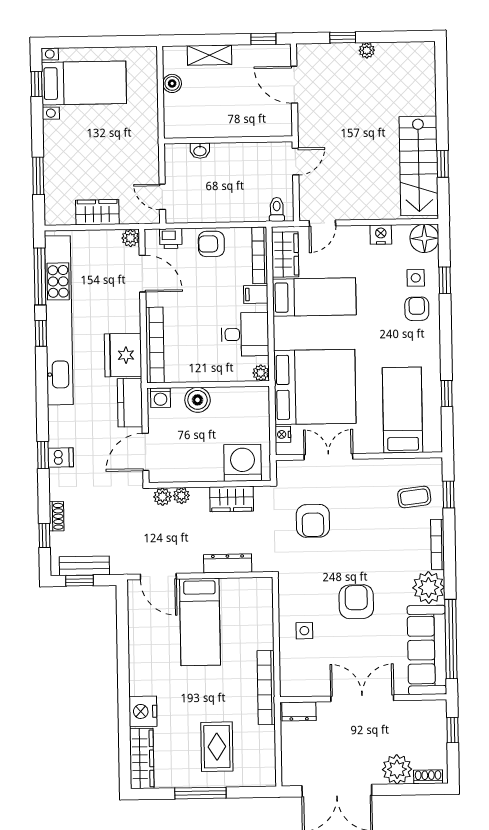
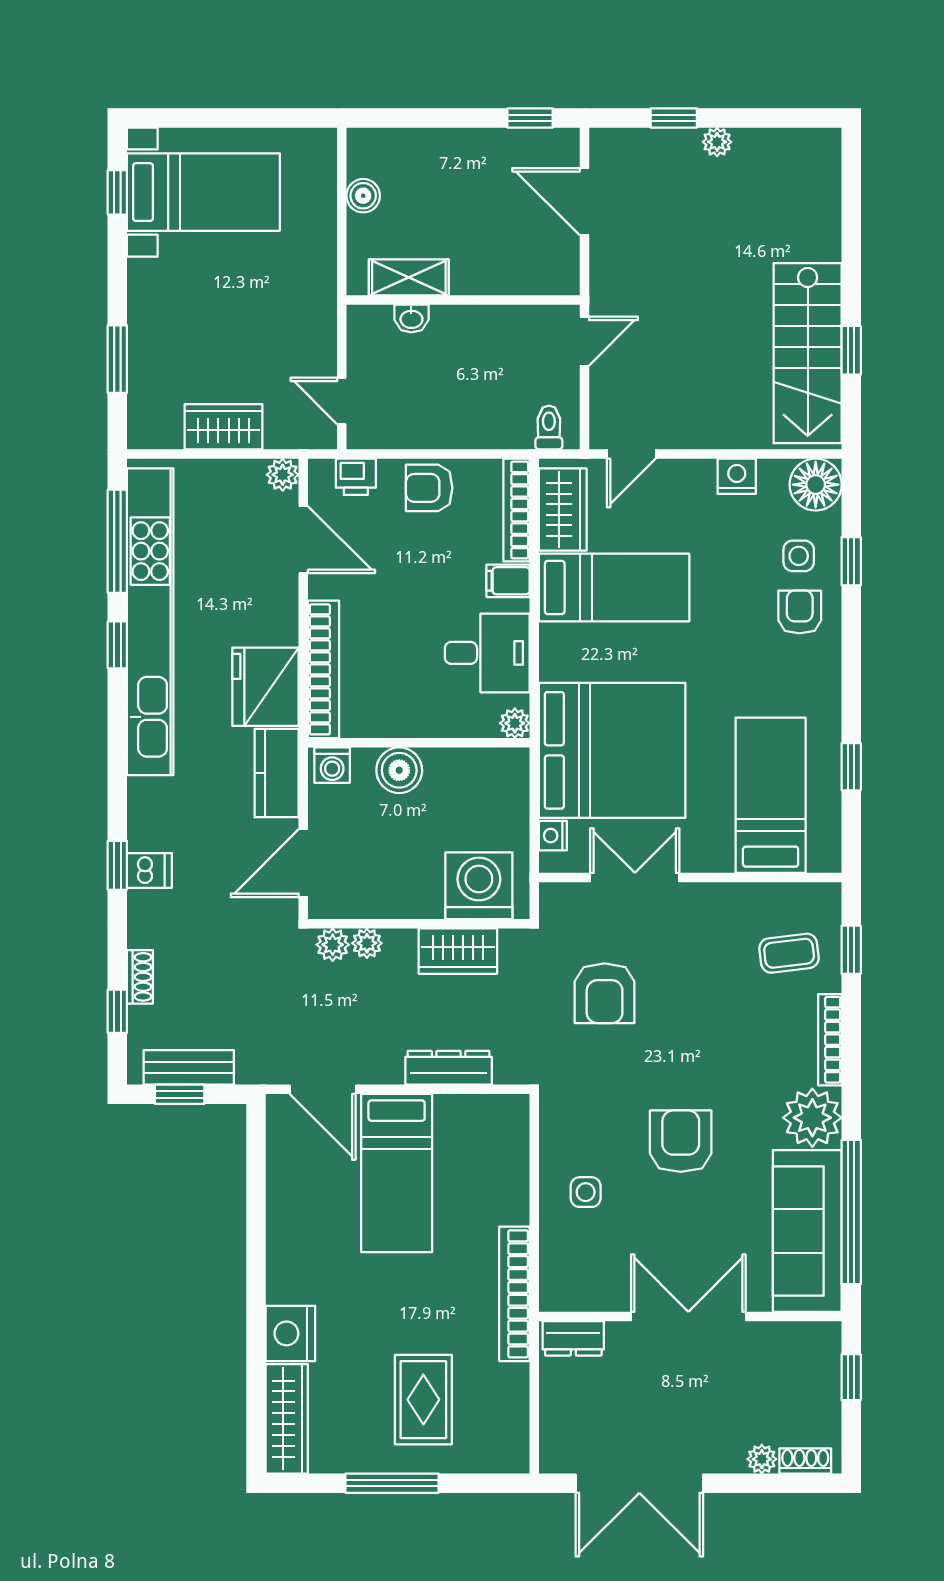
shelving: (209, 55) -> (409, 277), moved
plant: (397, 769) -> (762, 1459), width x0.53, depth x0.53

